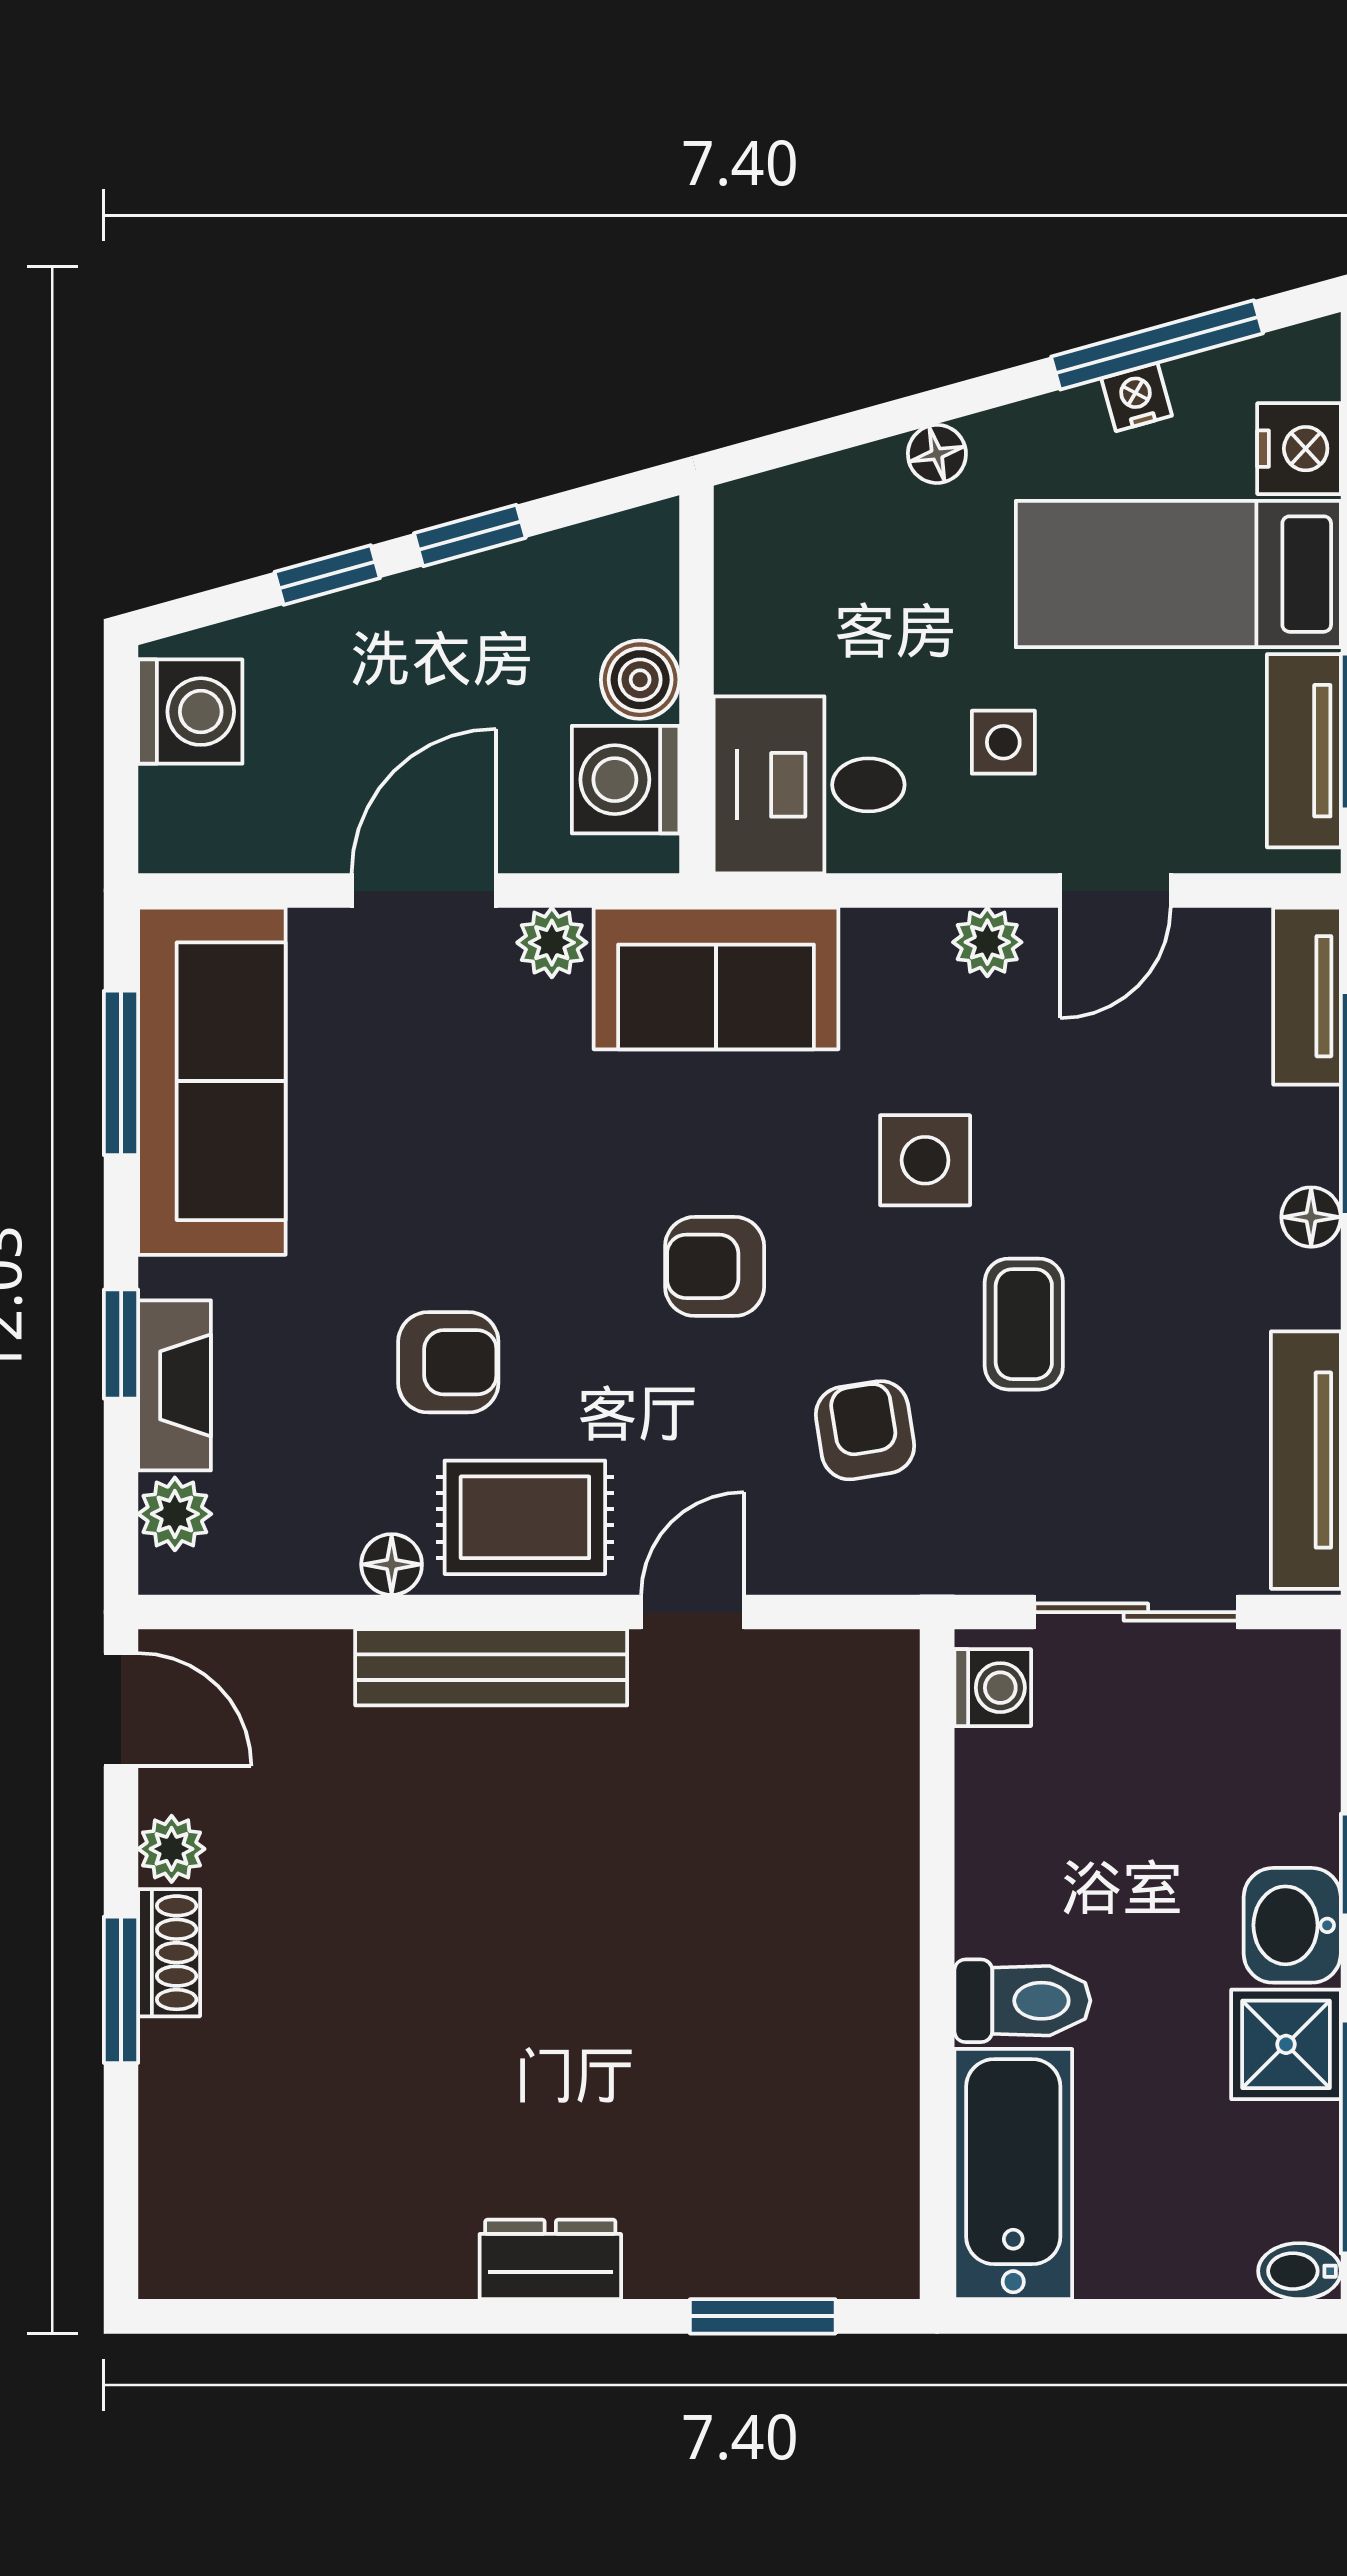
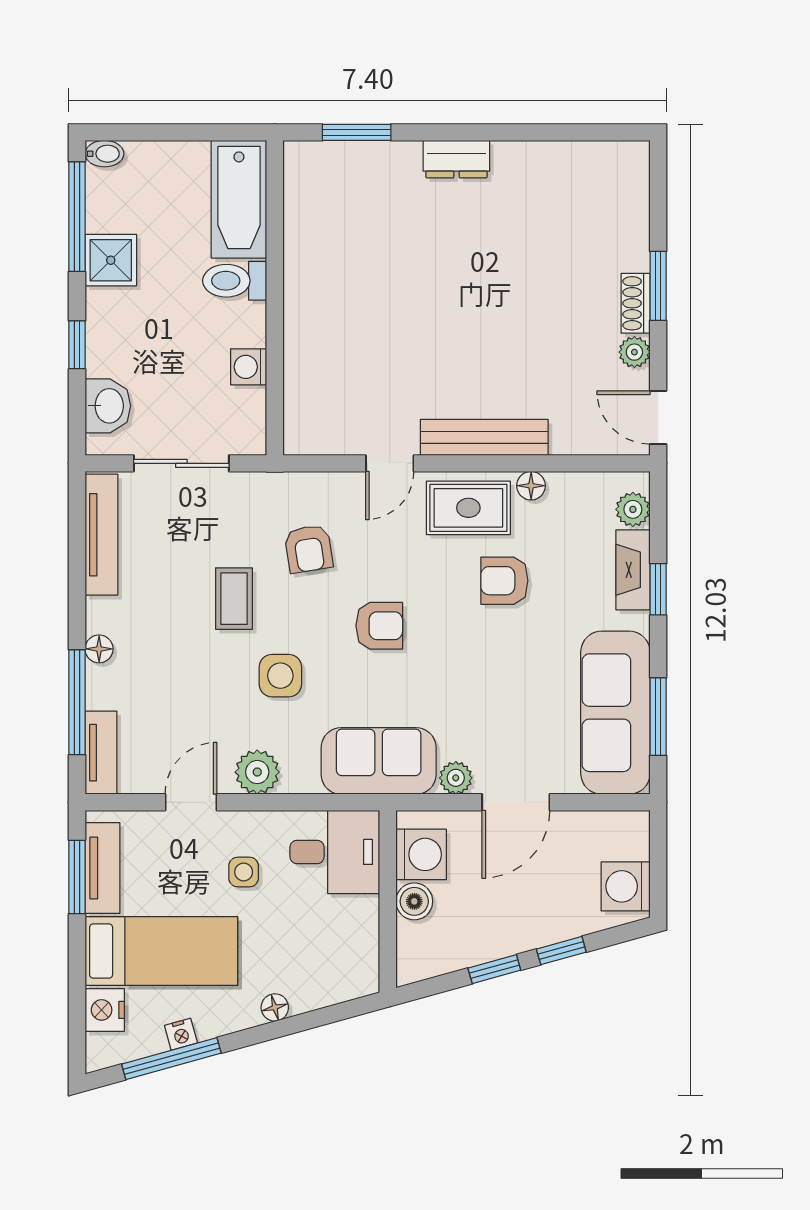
plant: (987, 942) -> (257, 772), width x1.38, depth x1.38
washing machine: (993, 1688) -> (249, 367), moved
washbasin: (1292, 1925) -> (108, 406), moved

